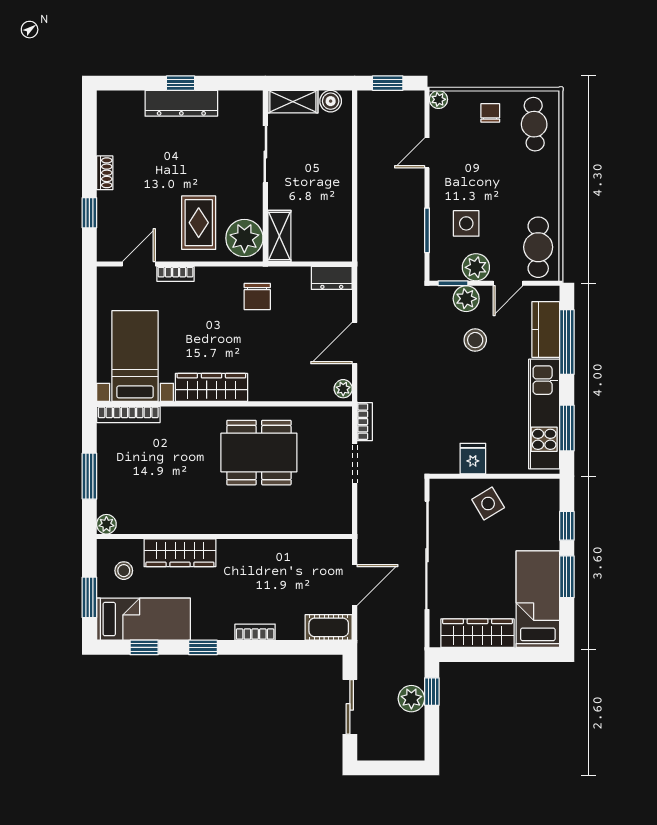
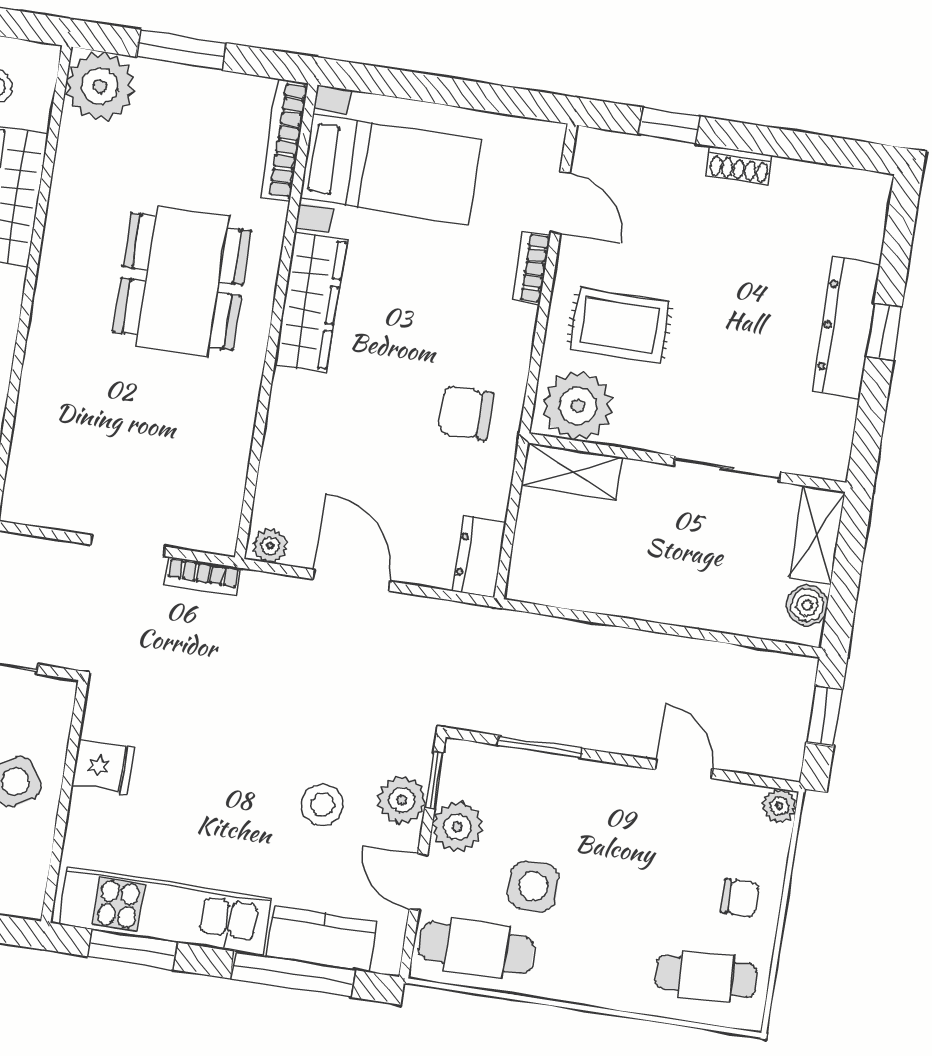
side table: (466, 223) -> (533, 886), moved
dining table: (259, 453) -> (182, 281), moved
plant: (106, 524) -> (100, 86), width x1.87, depth x1.87

